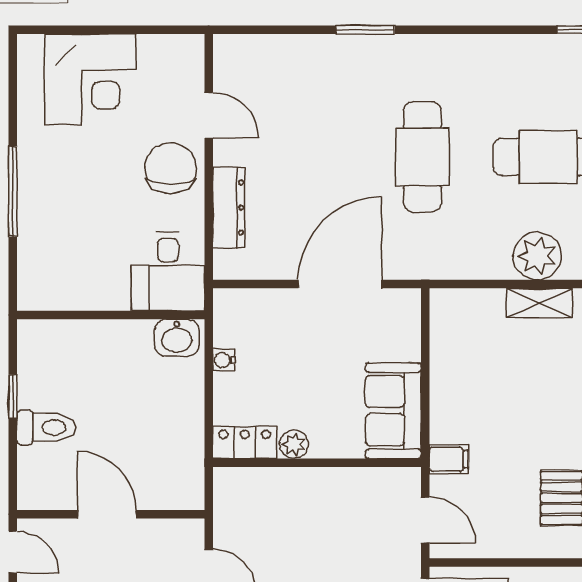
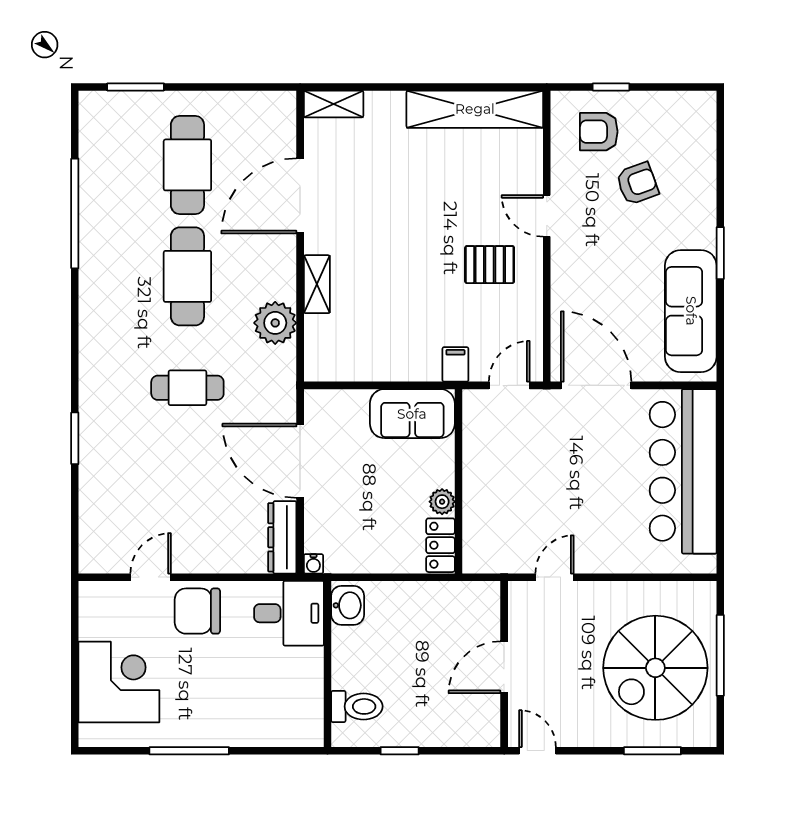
cafe table: (422, 157) -> (187, 388), width x0.73, depth x0.74
window: (13, 192) -> (189, 751), moved
dresser: (229, 208) -> (282, 537), moved, turned -90
plant: (537, 256) -> (275, 323), moved
water cooler: (224, 360) -> (313, 564), moved
toilet: (46, 427) -> (357, 706), moved, turned 90
door: (13, 552) -> (538, 751), hinge flipped

